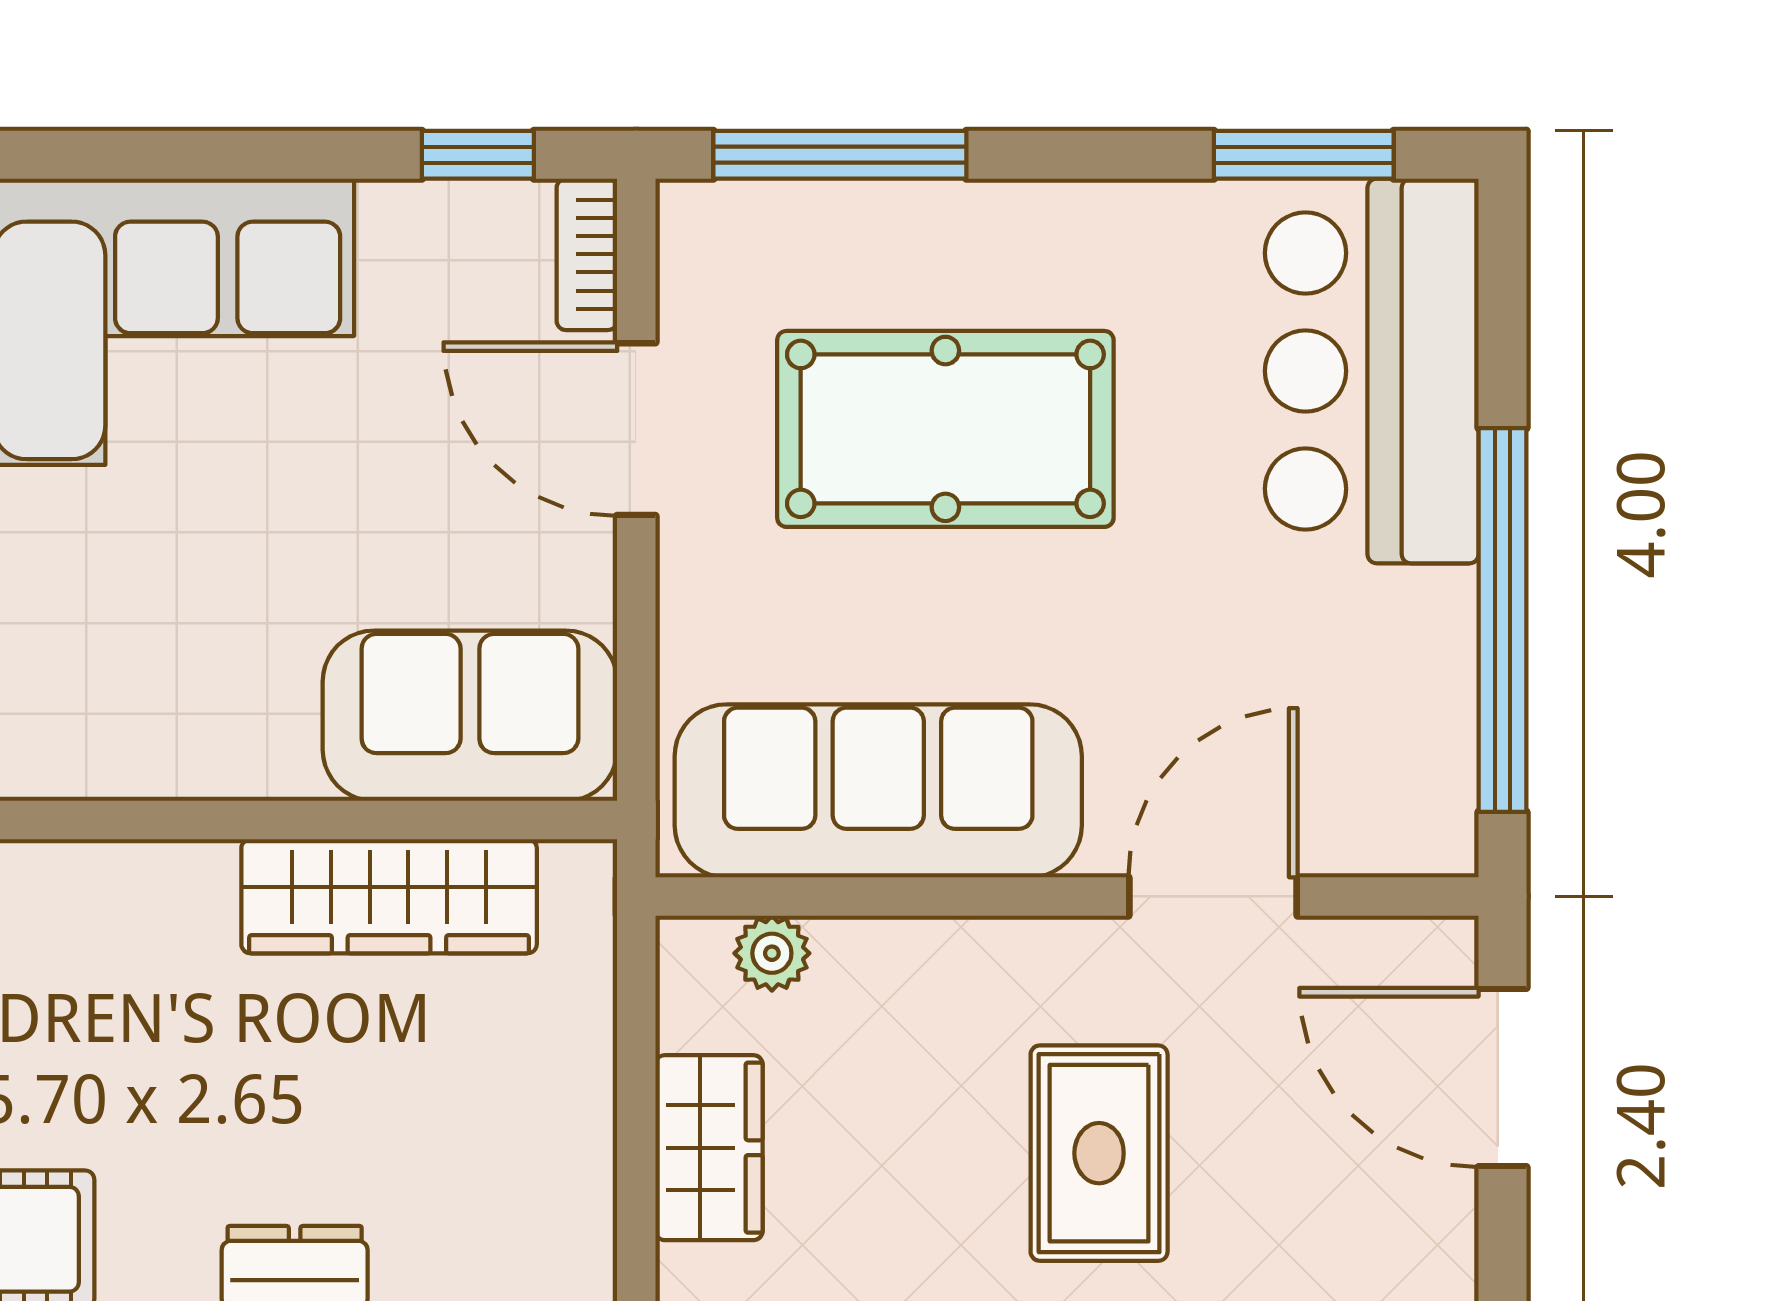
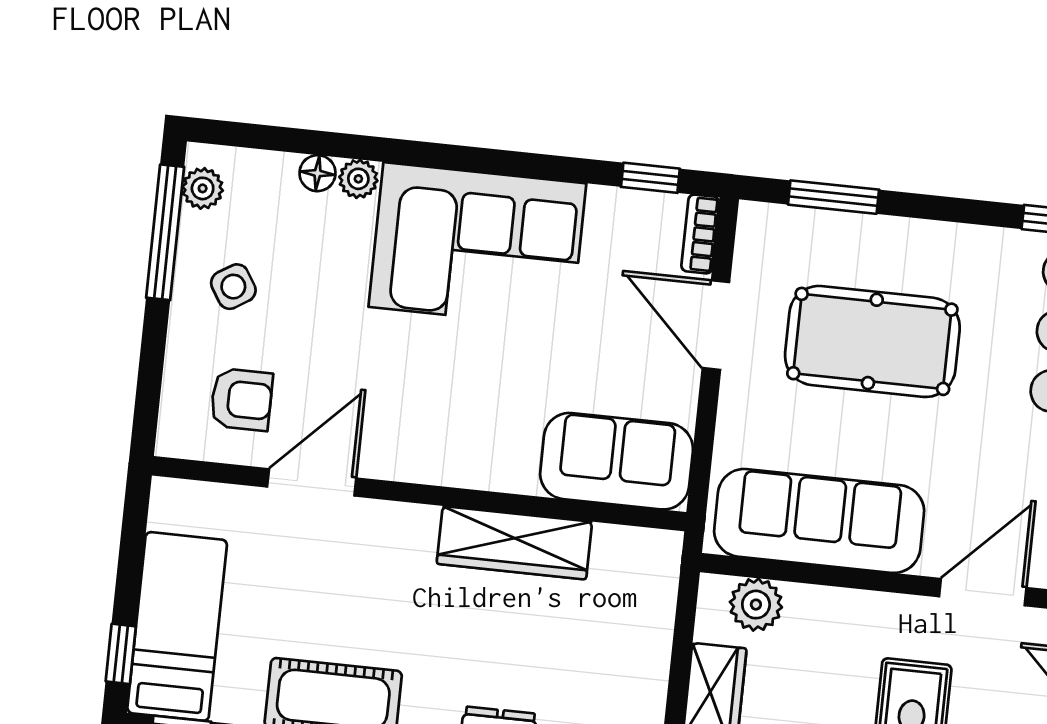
window: (840, 155) -> (834, 197), width x0.69
wardrobe: (389, 896) -> (514, 543), moved
plant: (772, 953) -> (756, 605), width x1.38, depth x1.38

